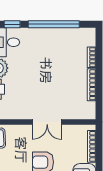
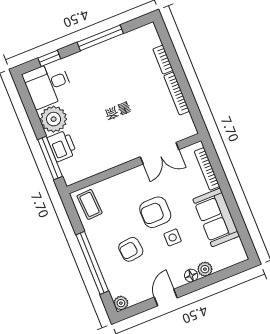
window: (54, 24) -> (100, 38), width x0.68
double door: (47, 122) -> (160, 153), moved

